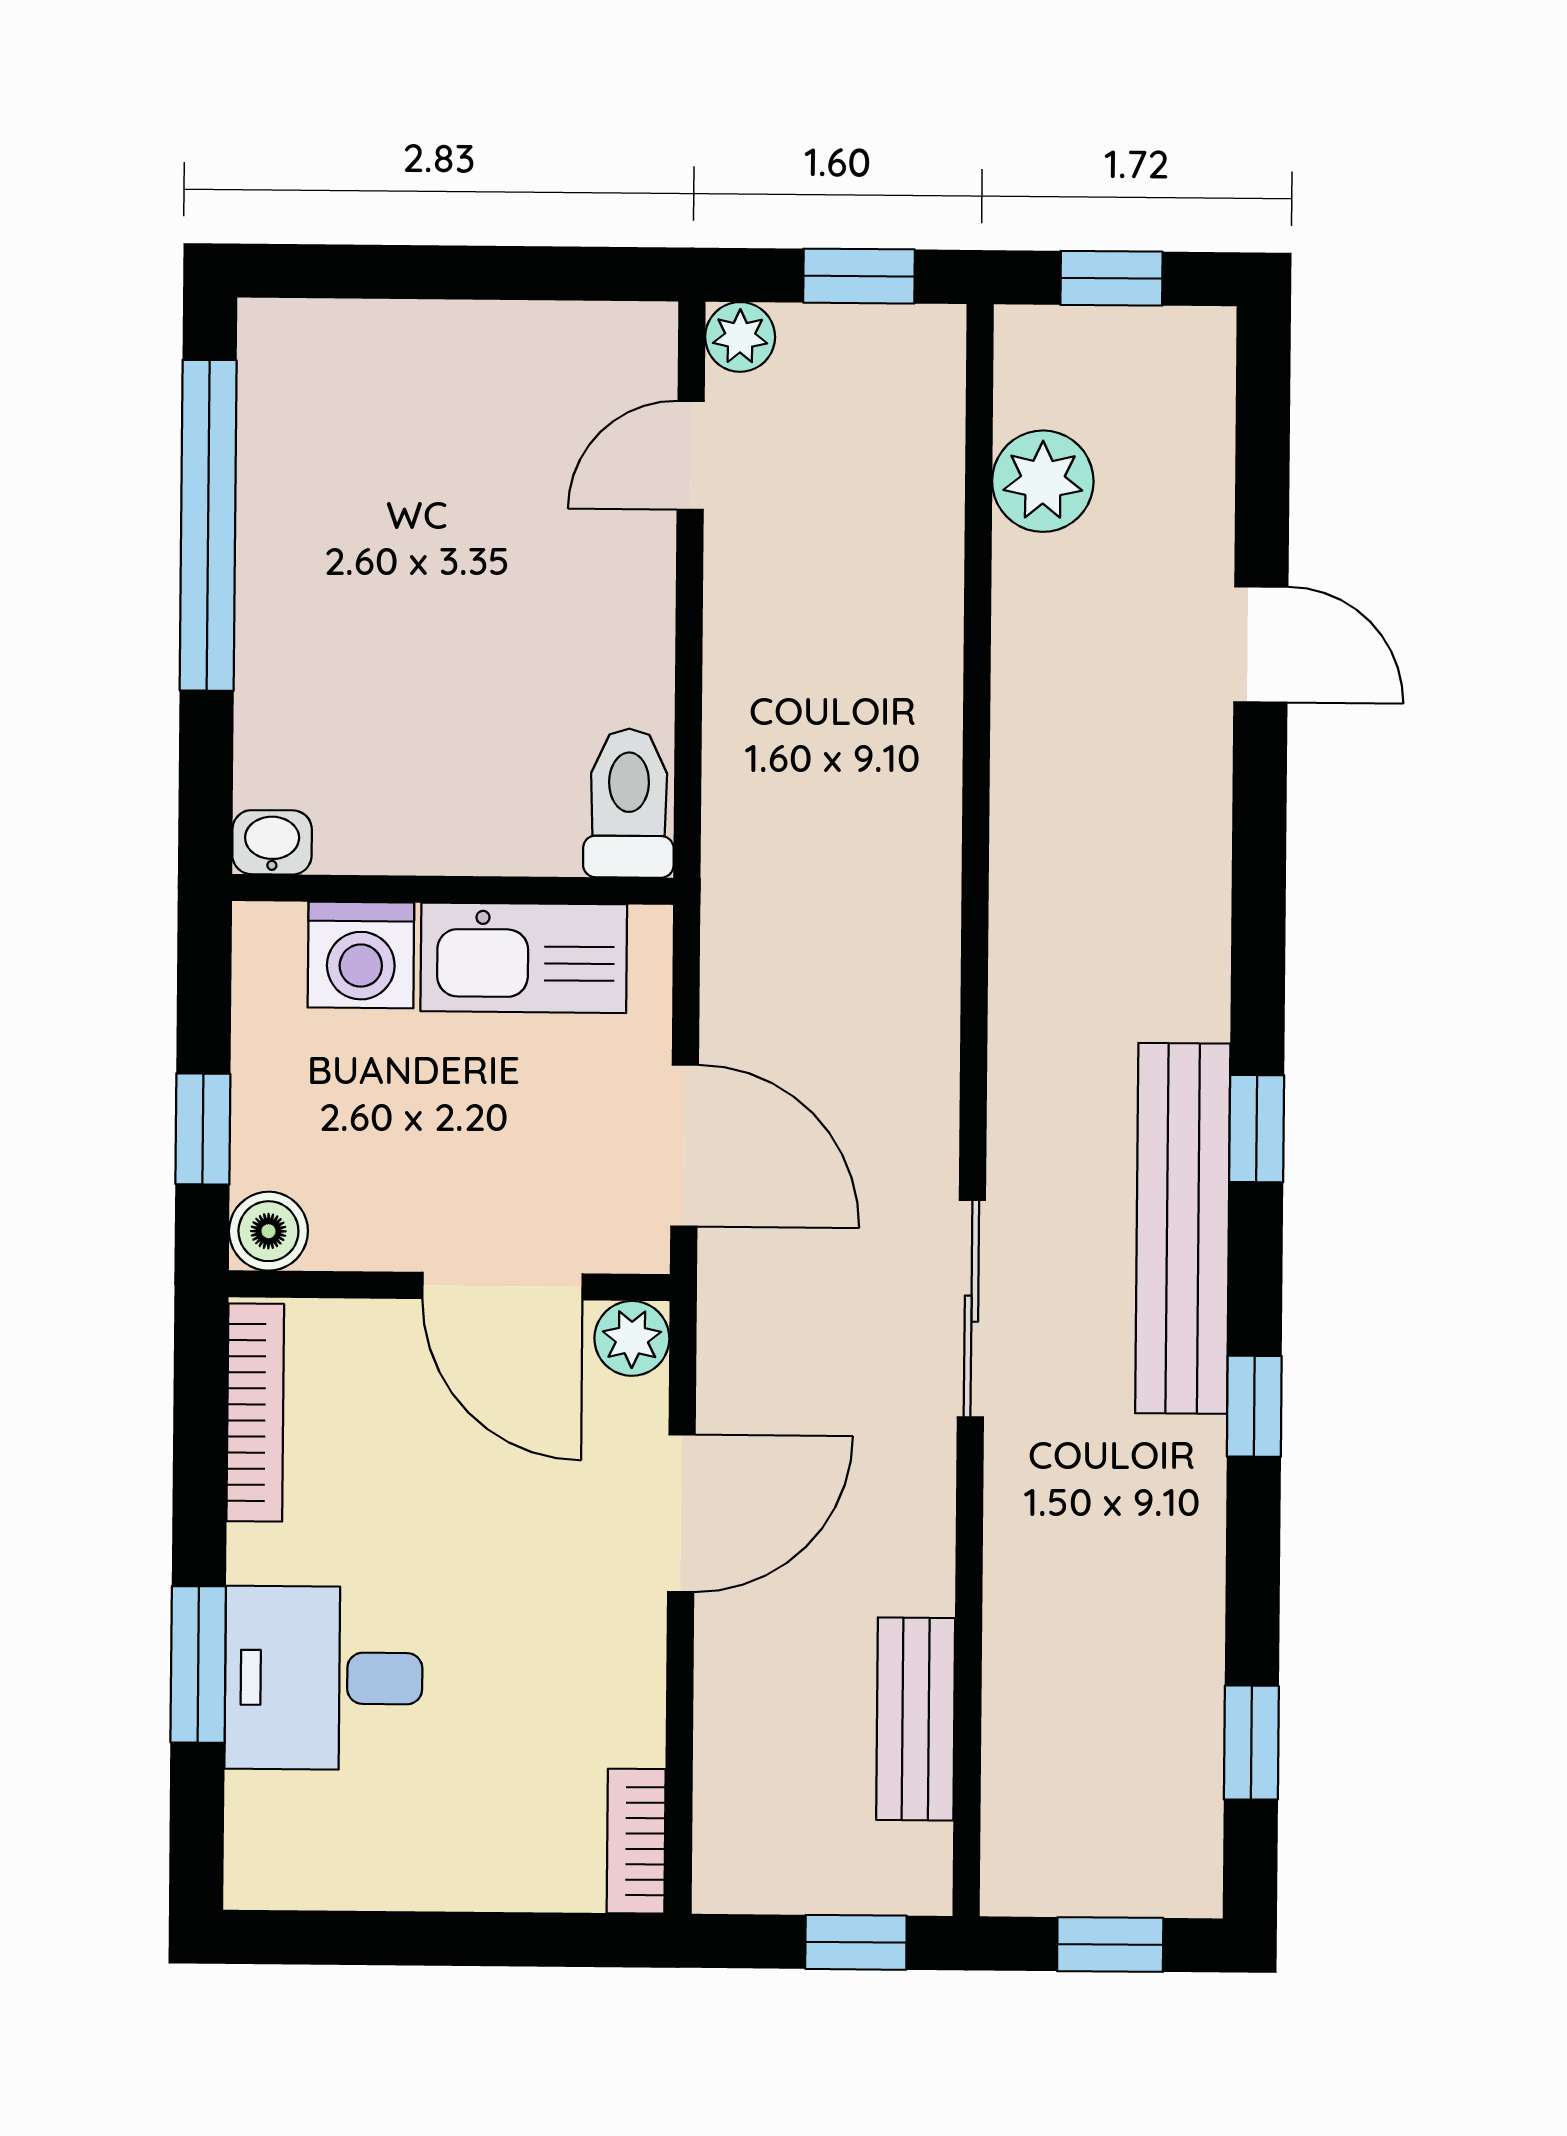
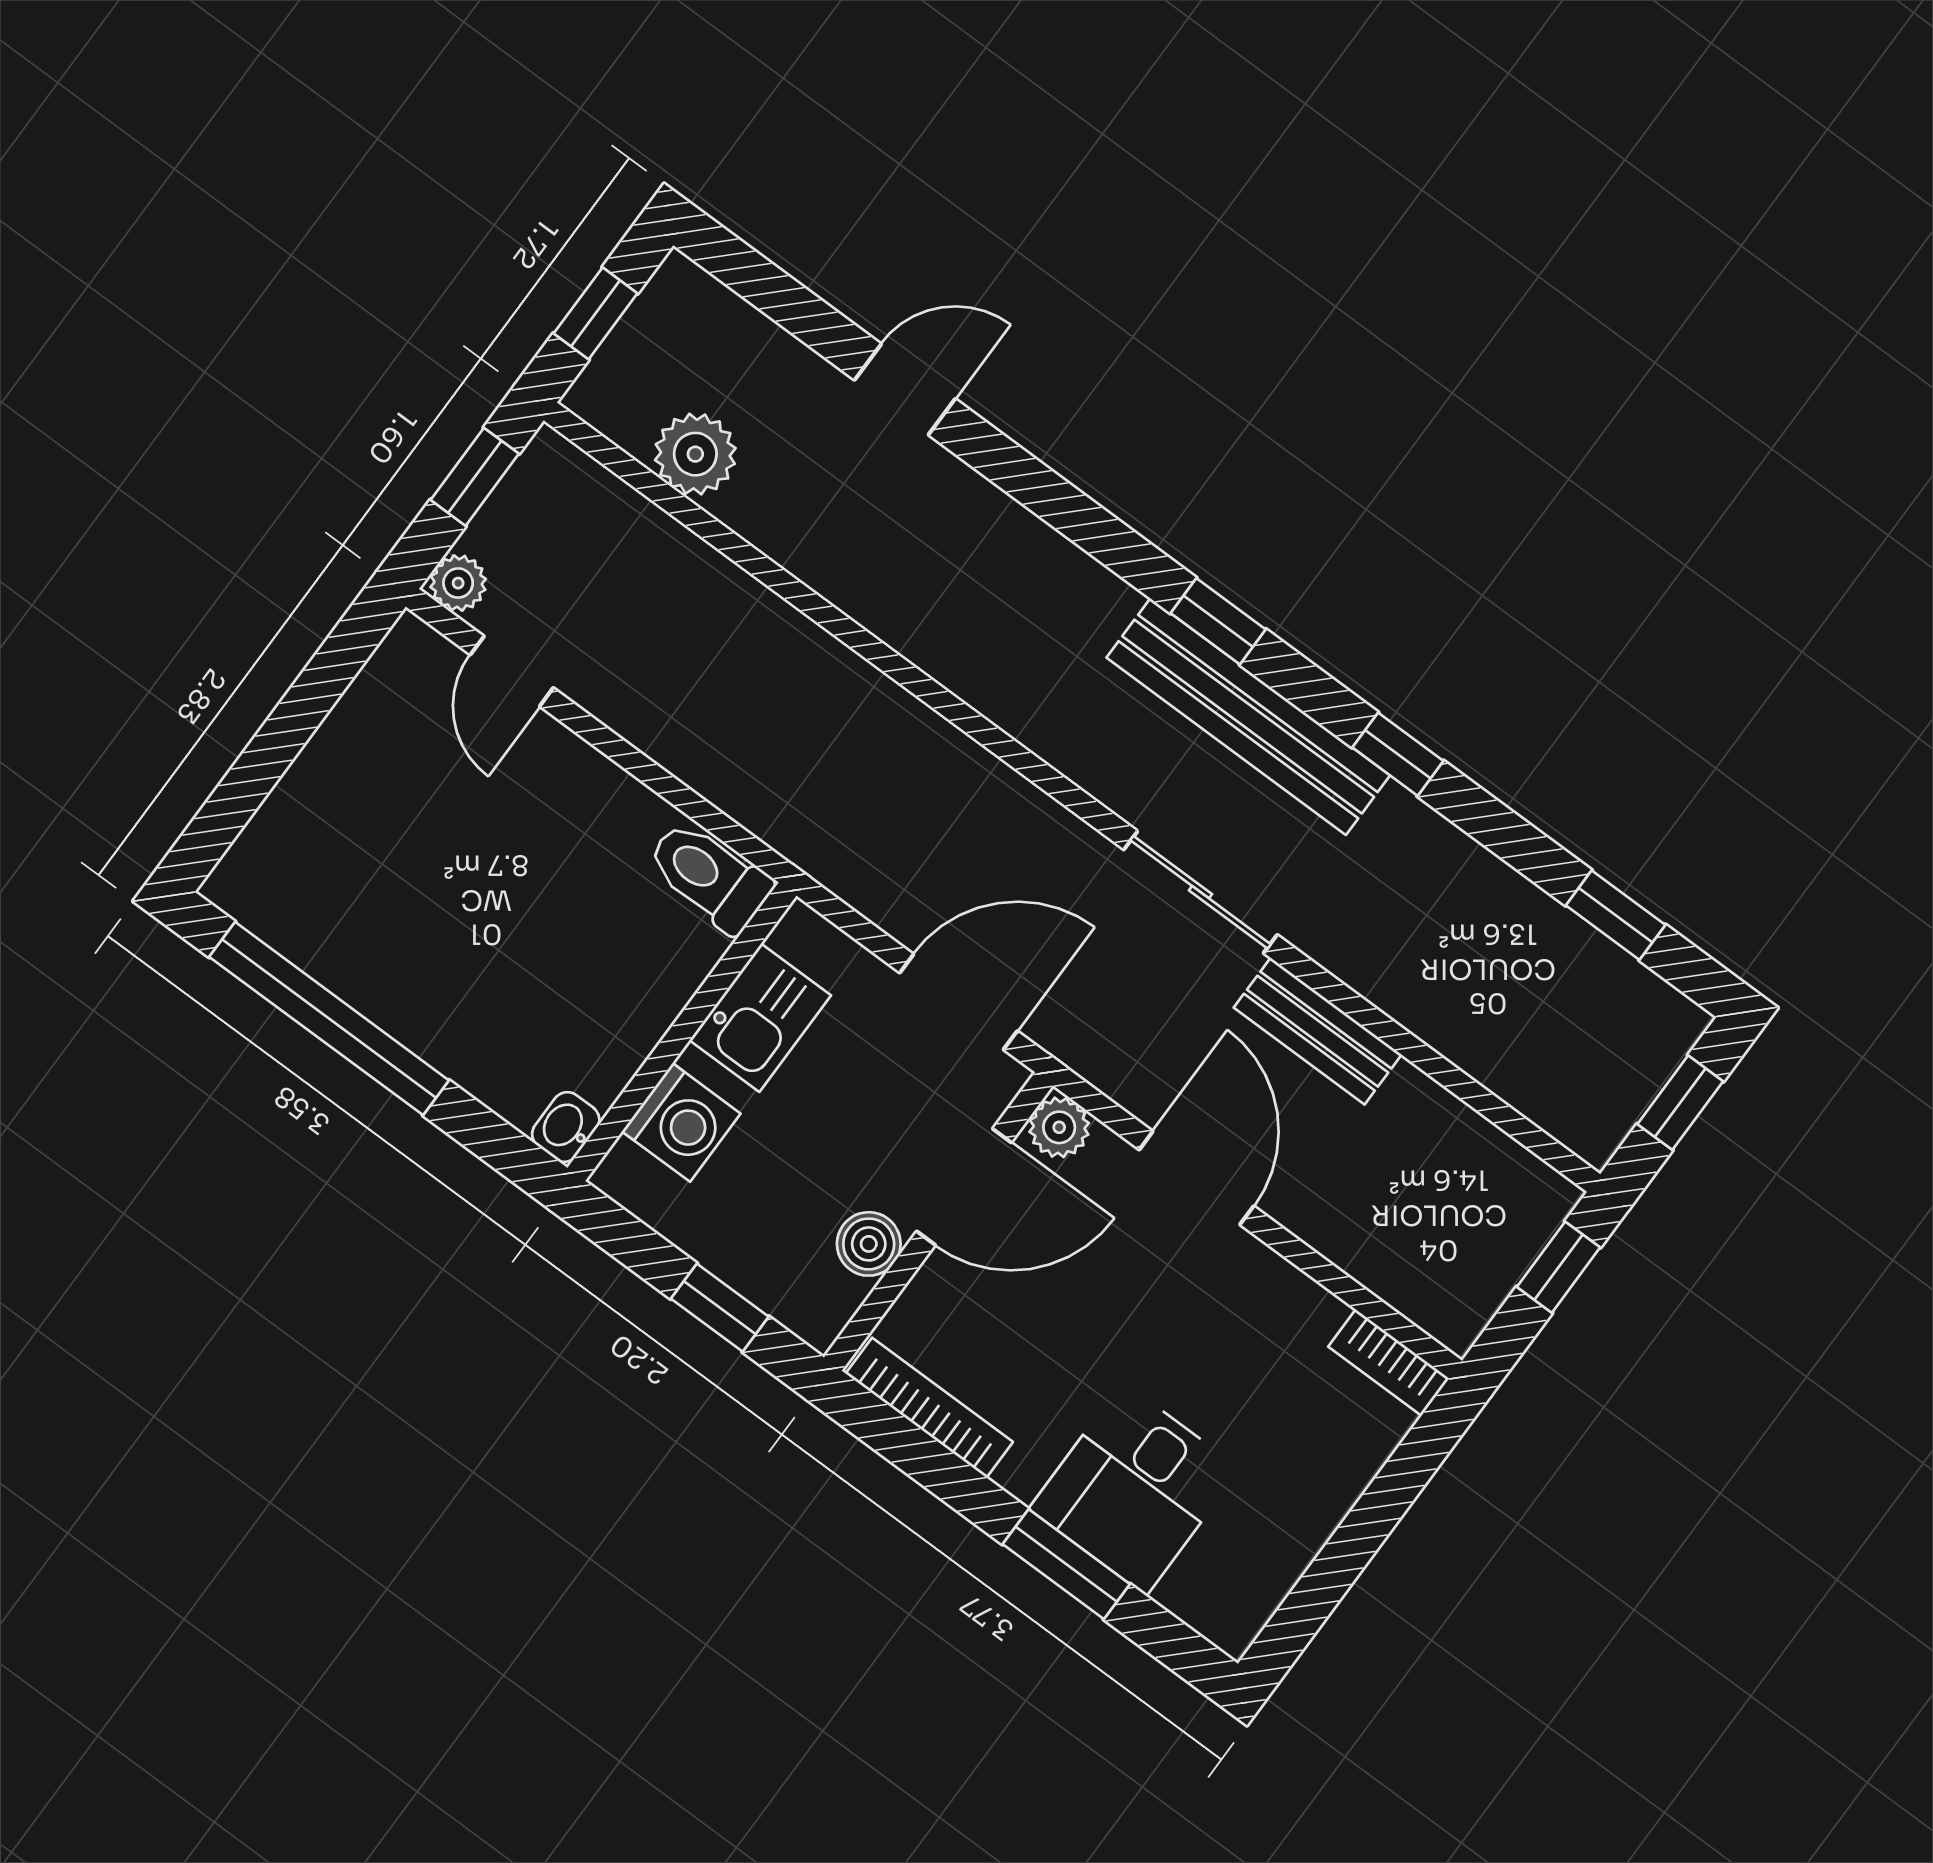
kitchen sink: (524, 958) -> (760, 1018), width x0.73
boiler: (268, 1231) -> (869, 1244), moved
bench: (916, 1719) -> (1318, 1031), moved

